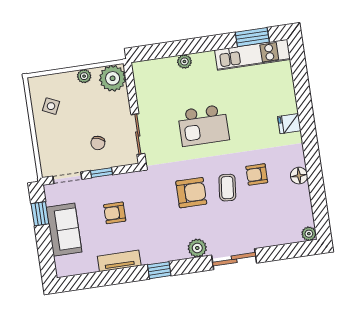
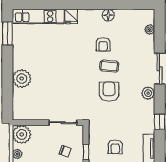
kitchen unit: (253, 55) -> (38, 16), moved, turned 90
plant: (184, 61) -> (22, 79), width x1.88, depth x1.88
kitchen island: (203, 125) -> (64, 76), removed
plant: (309, 234) -> (150, 29), moved

